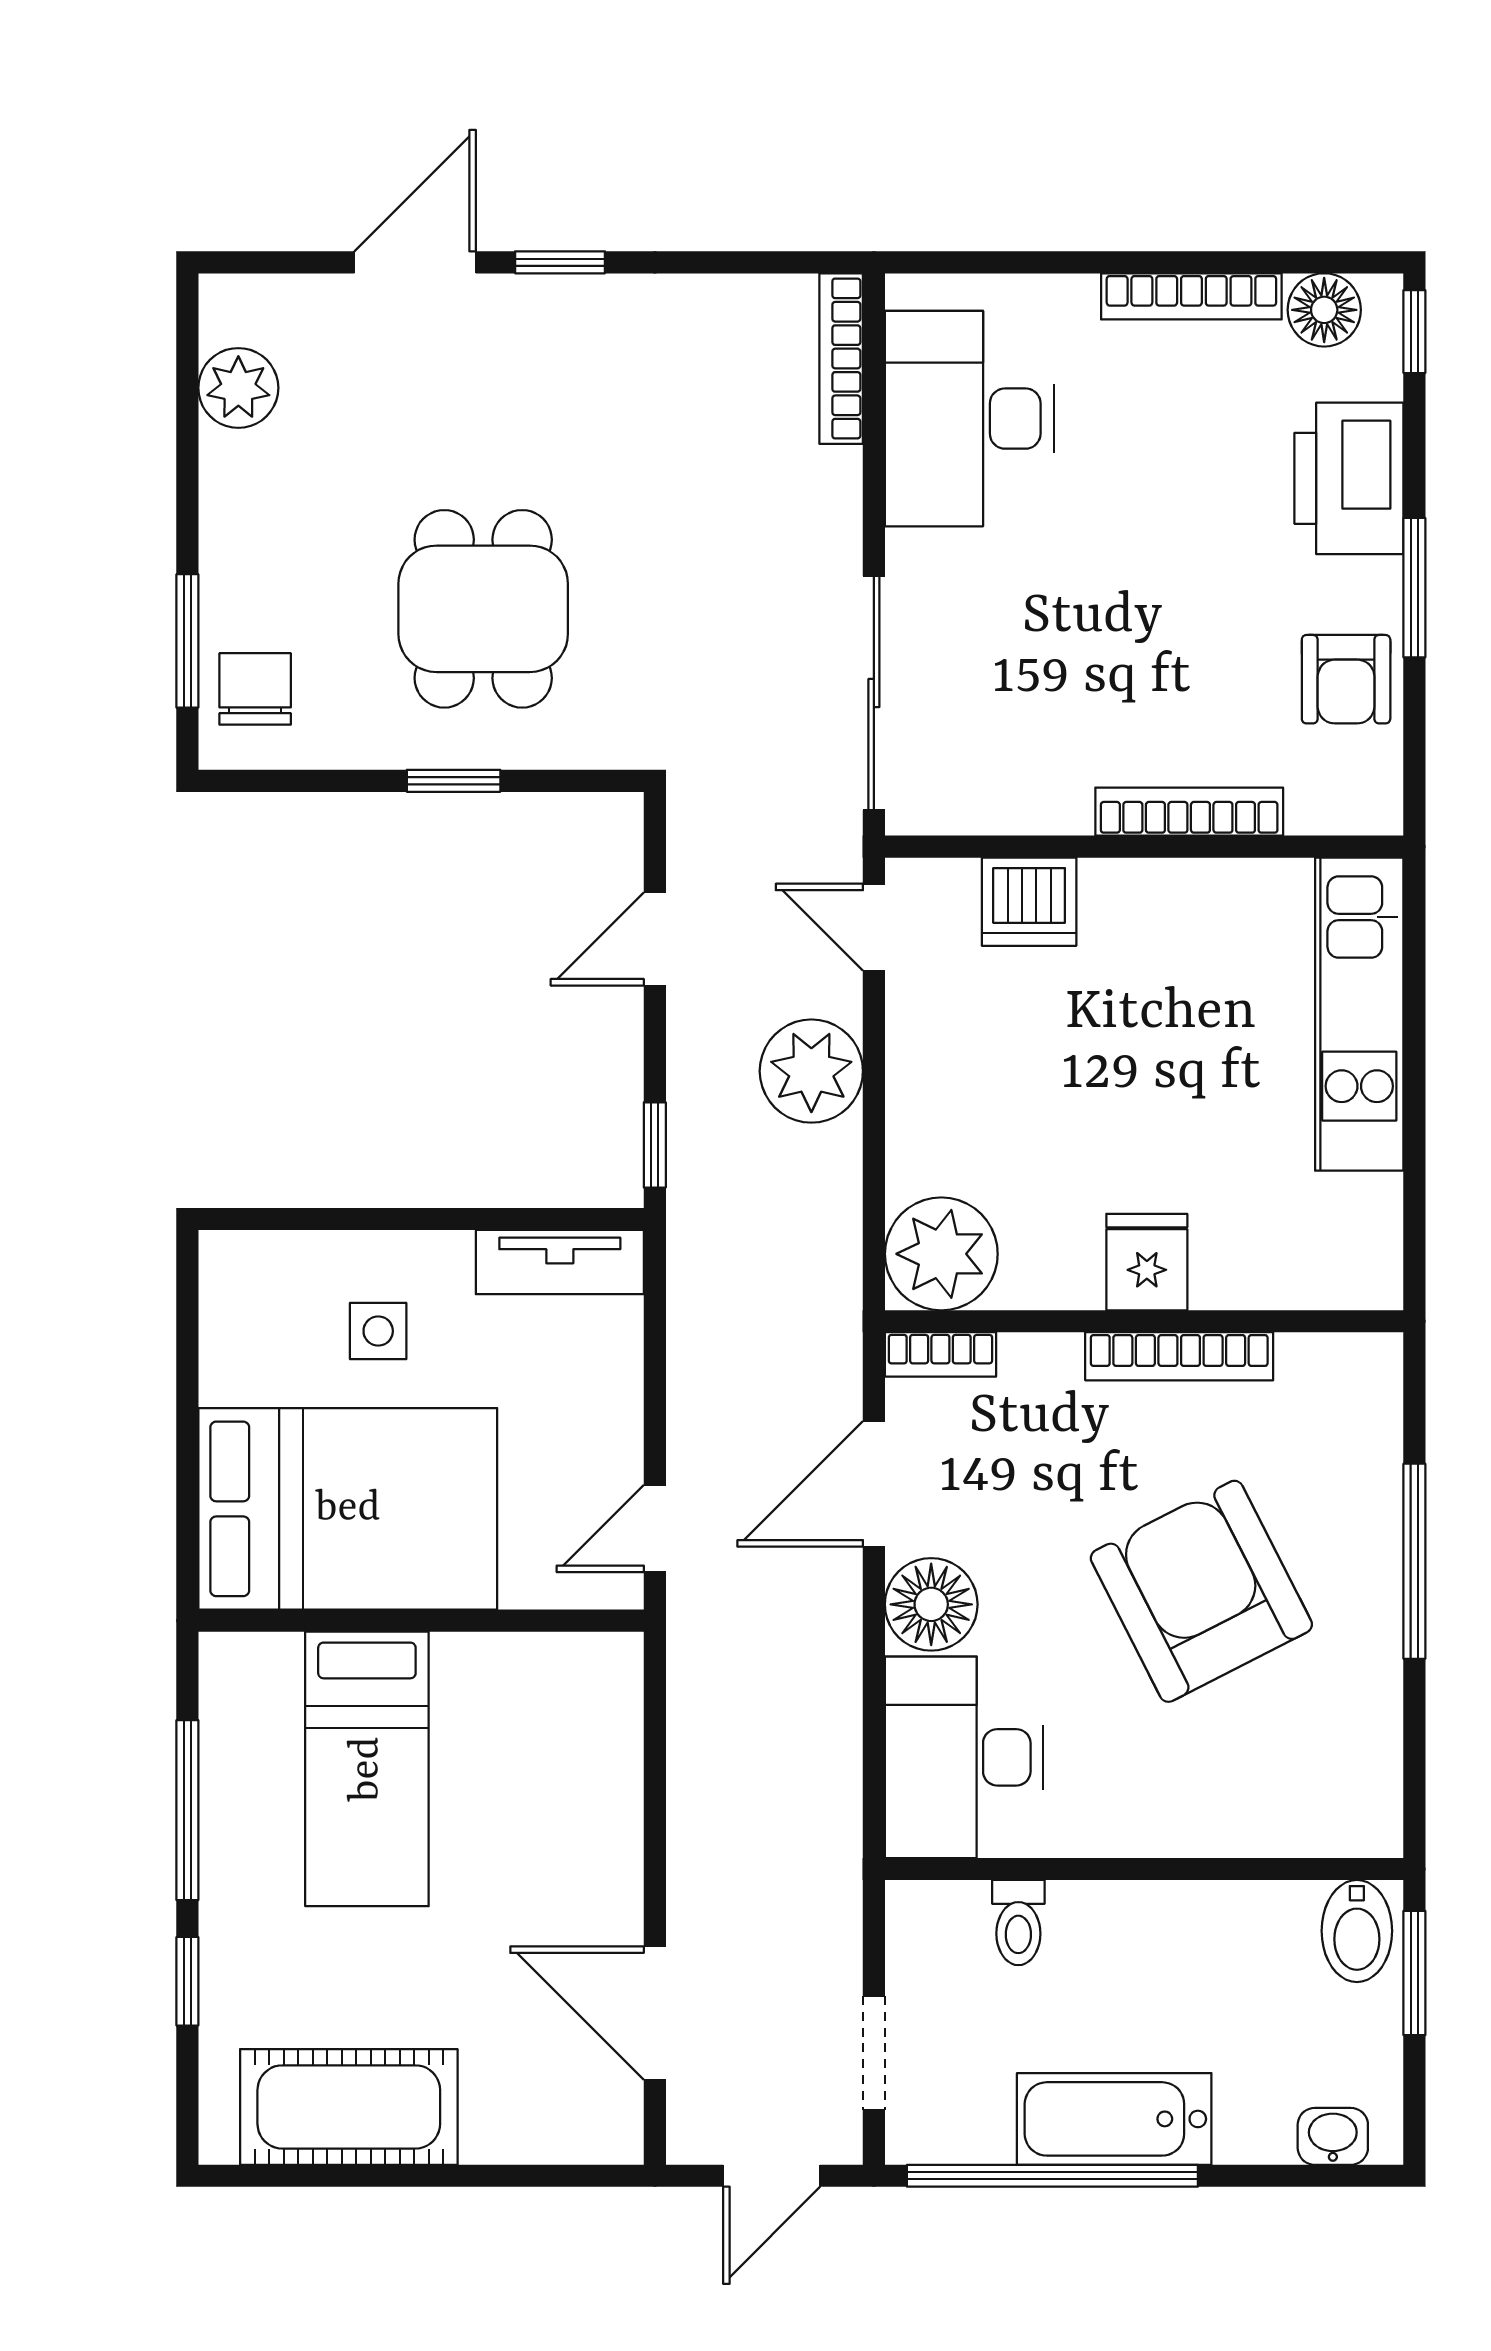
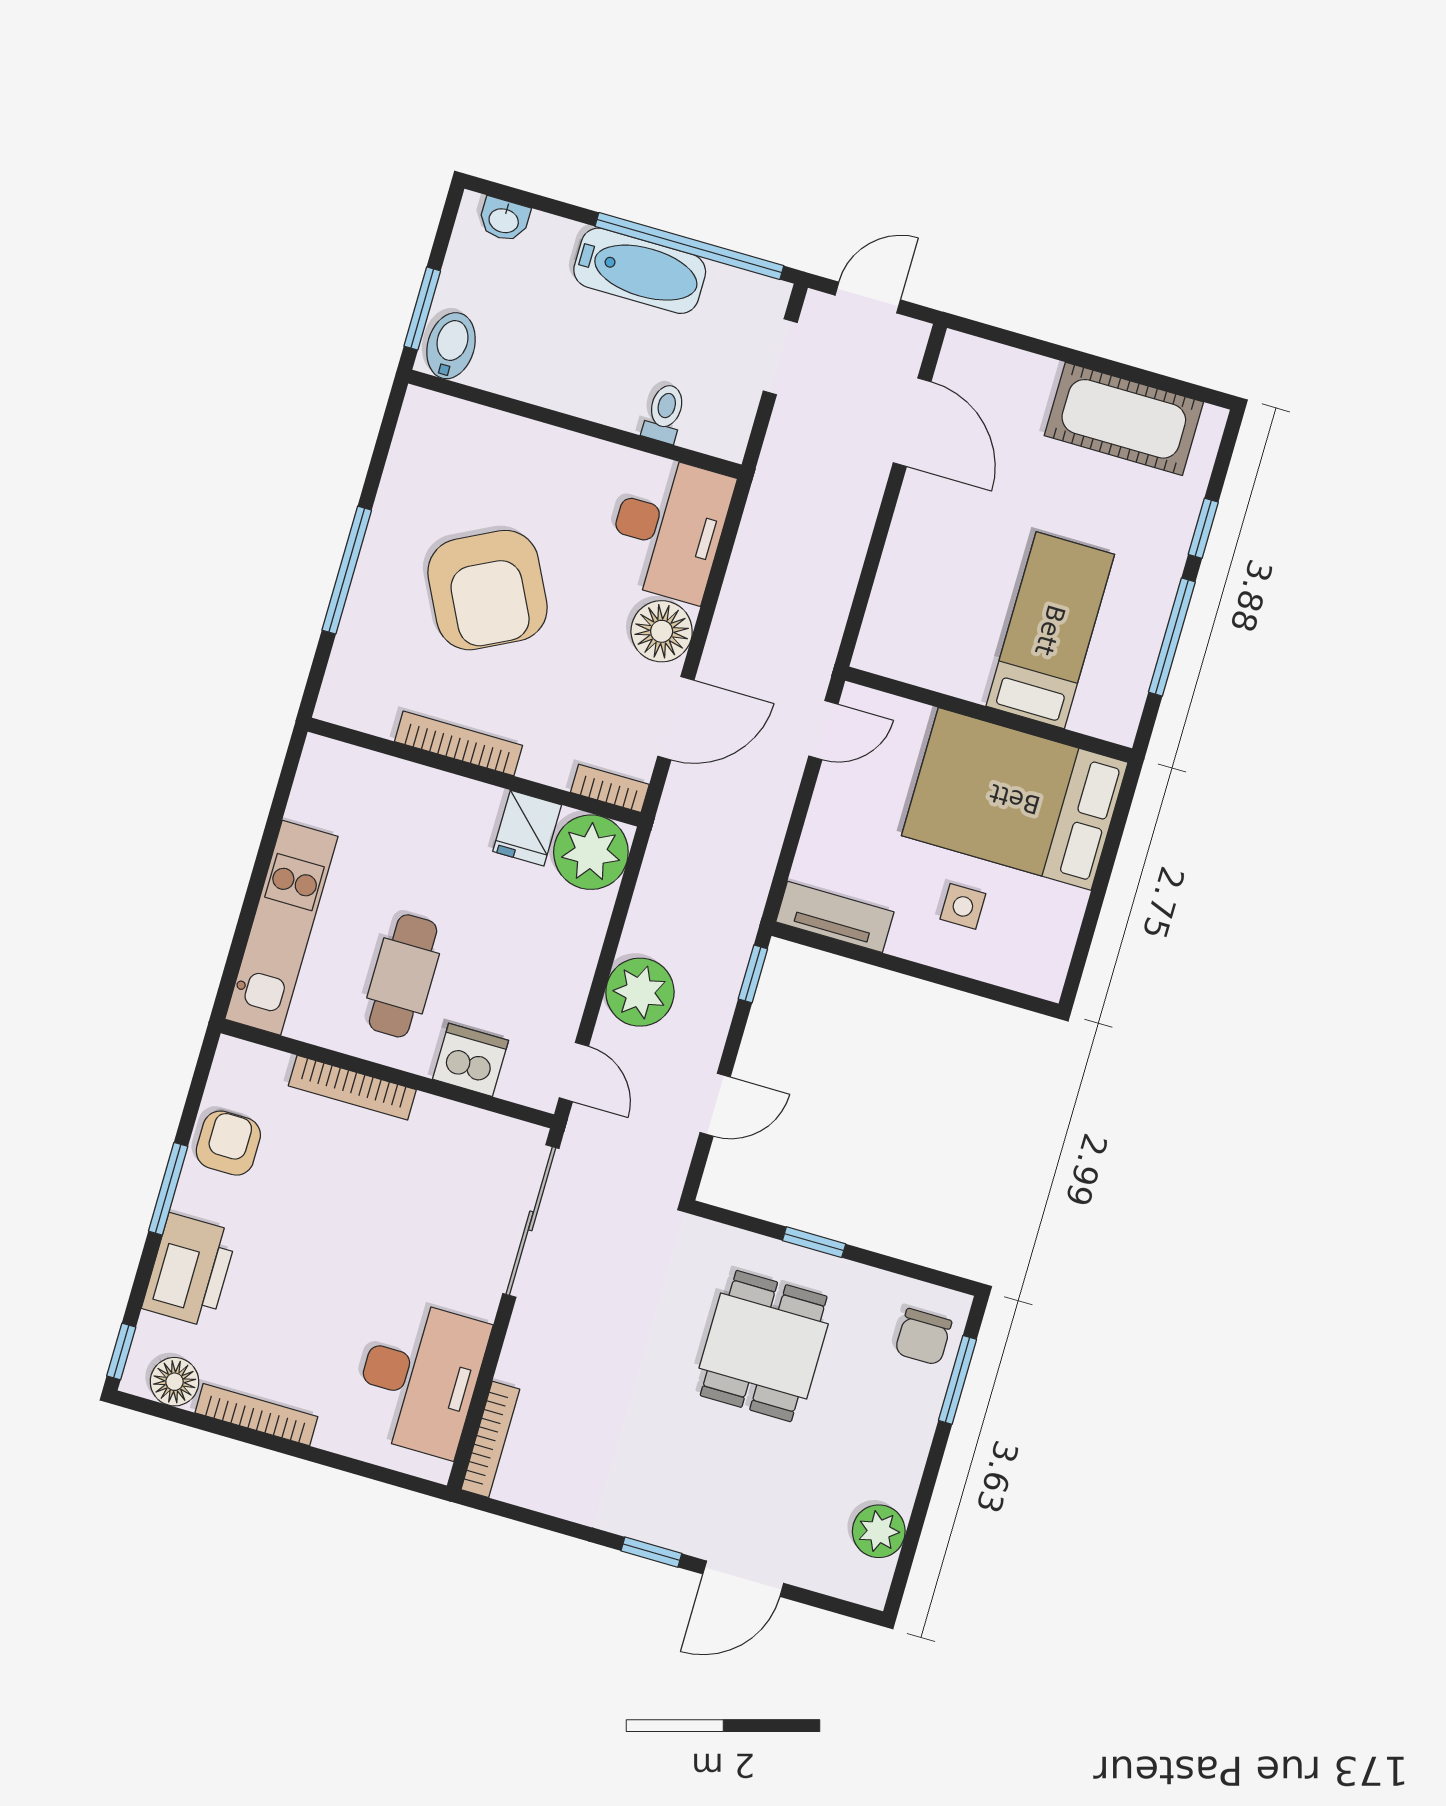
cafe table: (1162, 995) -> (403, 976), added
fridge: (1147, 1262) -> (527, 828), moved

